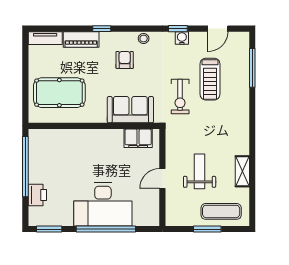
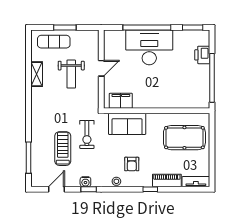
exercise bike: (180, 97) -> (87, 134), turned 180

